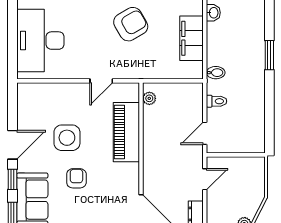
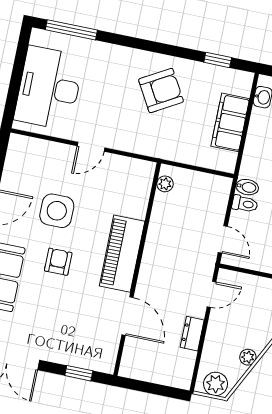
bidet: (216, 73) -> (247, 187), moved
door: (101, 81) -> (91, 147), moved
piano: (126, 132) -> (122, 254), moved
door: (205, 133) -> (223, 239), swing flipped

